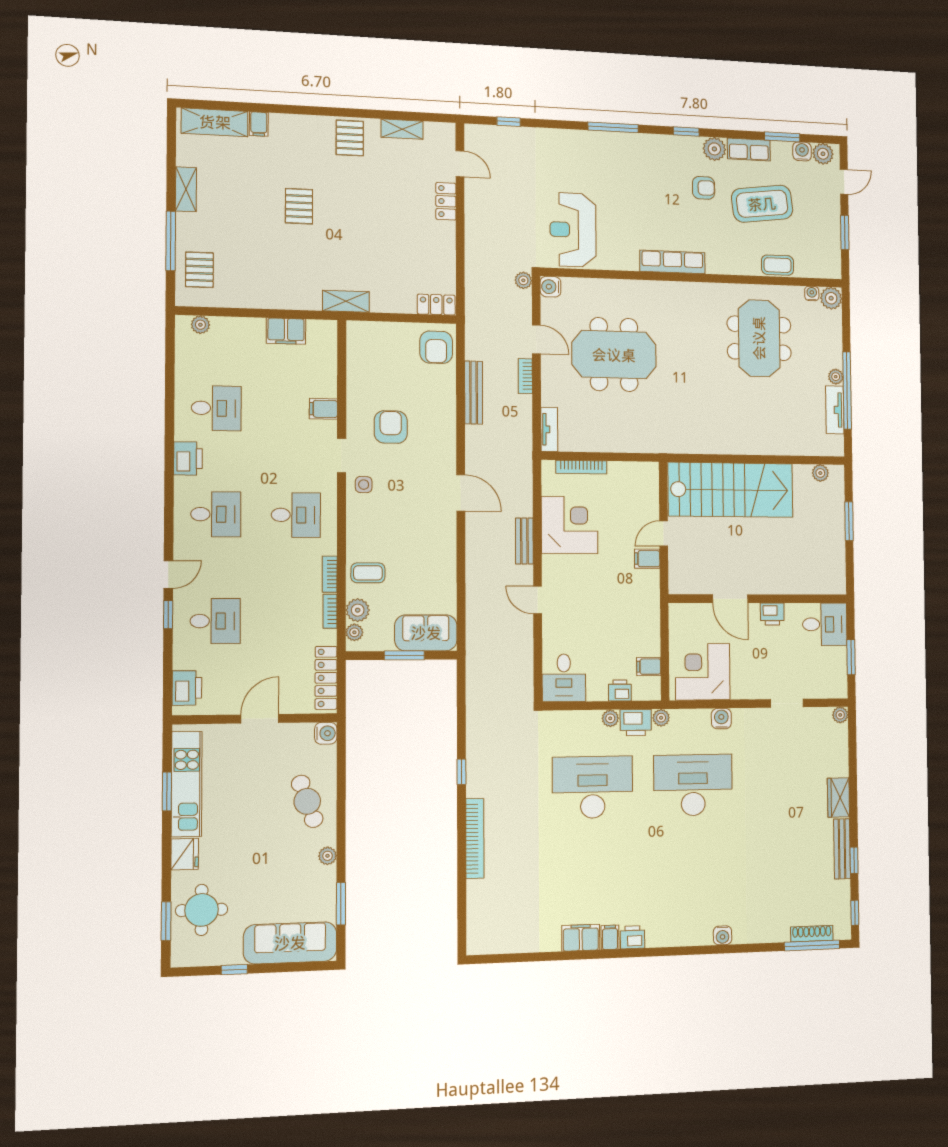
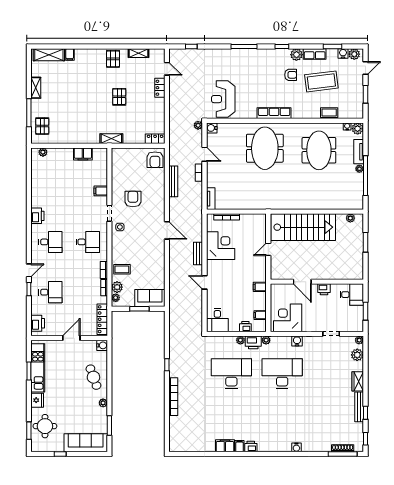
pallet: (299, 206) -> (119, 97), moved
meeting table: (614, 355) -> (265, 148), moved, turned 90
desk: (216, 408) -> (50, 192), removed
tv unit: (835, 410) -> (359, 152), moved
filing cabinet: (647, 559) -> (260, 287), moved
plant: (837, 744) -> (357, 355), added

